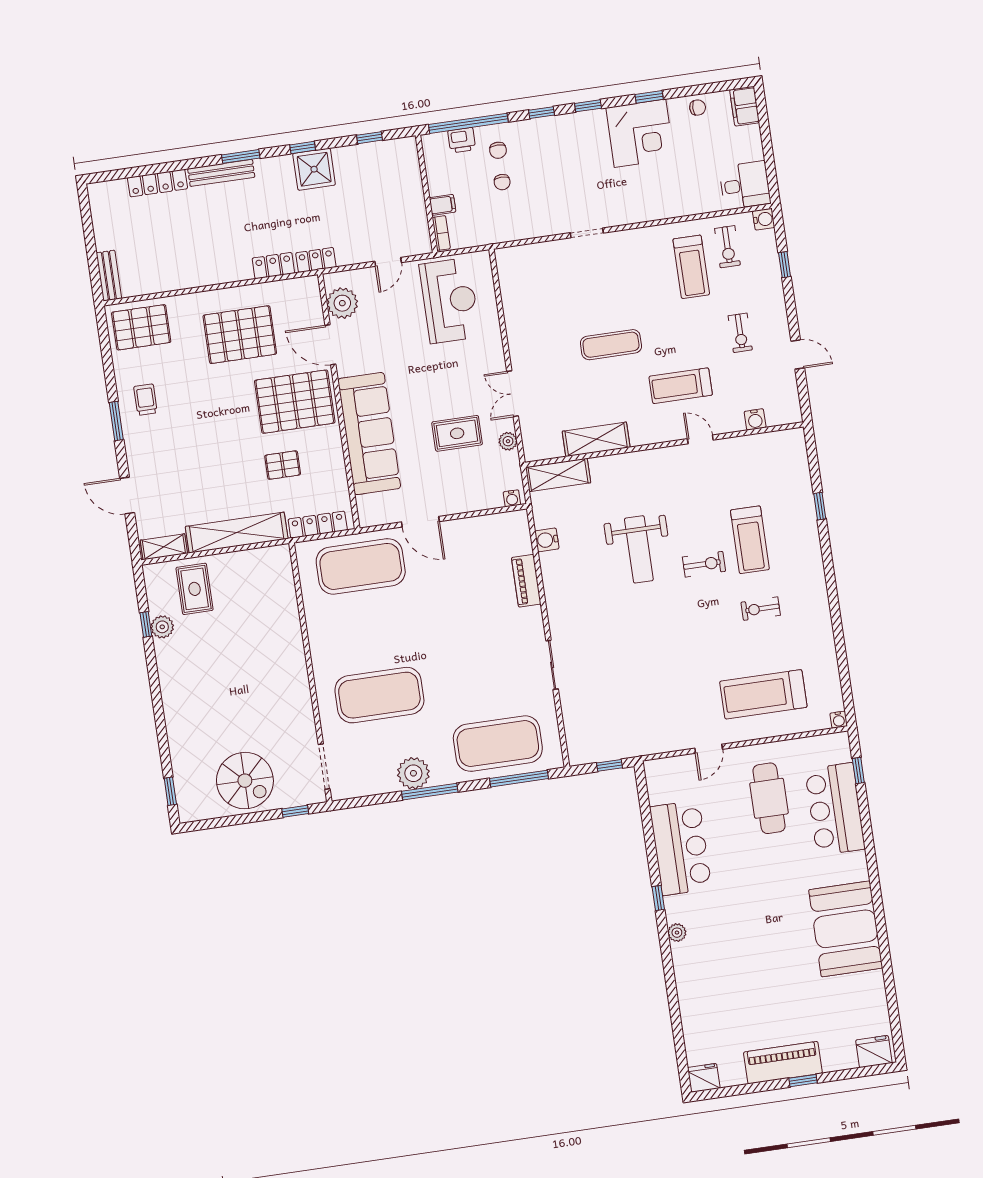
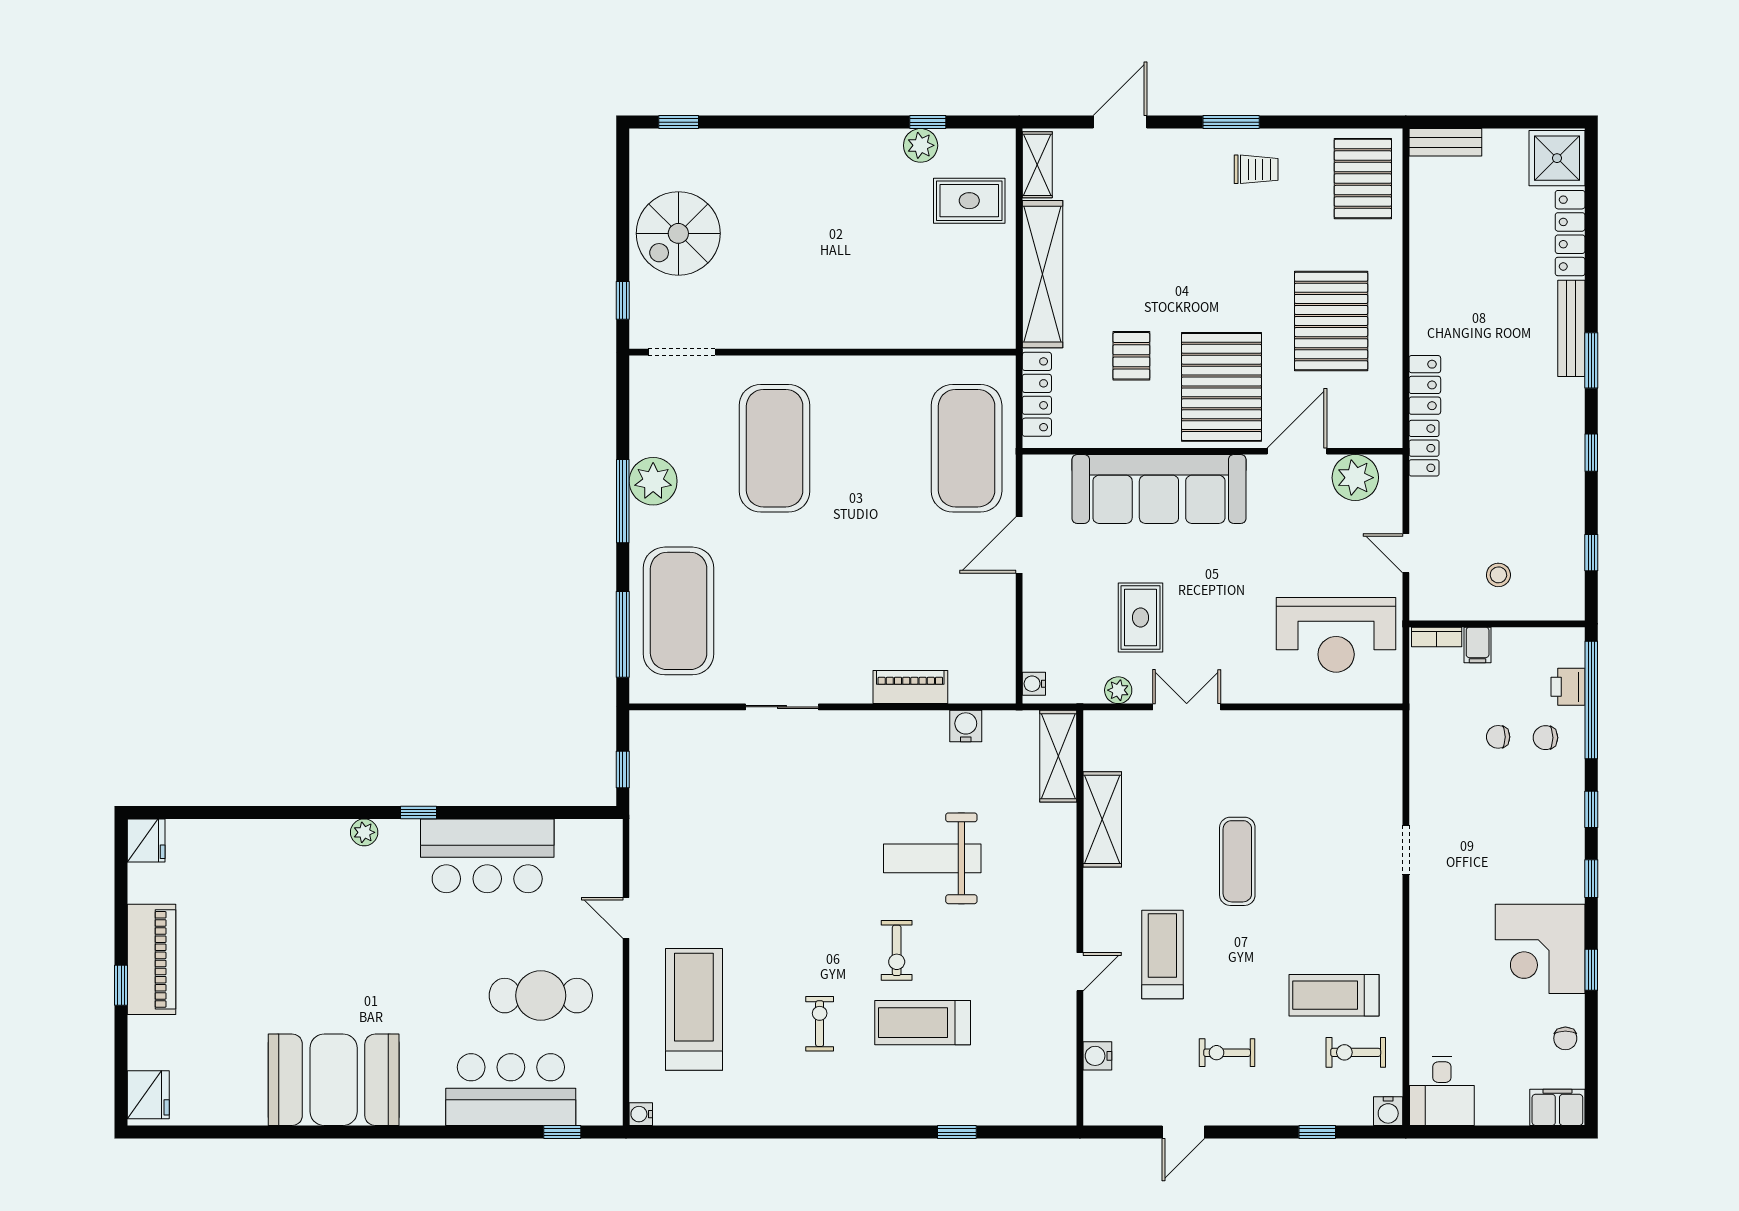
shower: (314, 169) -> (1557, 158), moved
stool: (394, 198) -> (1498, 575), added

